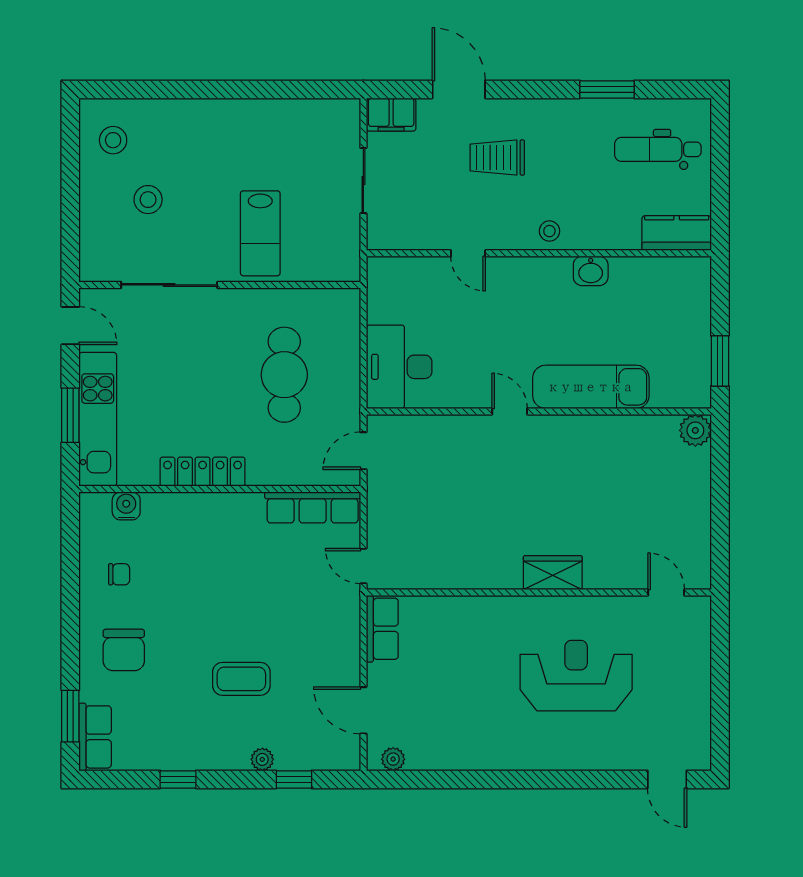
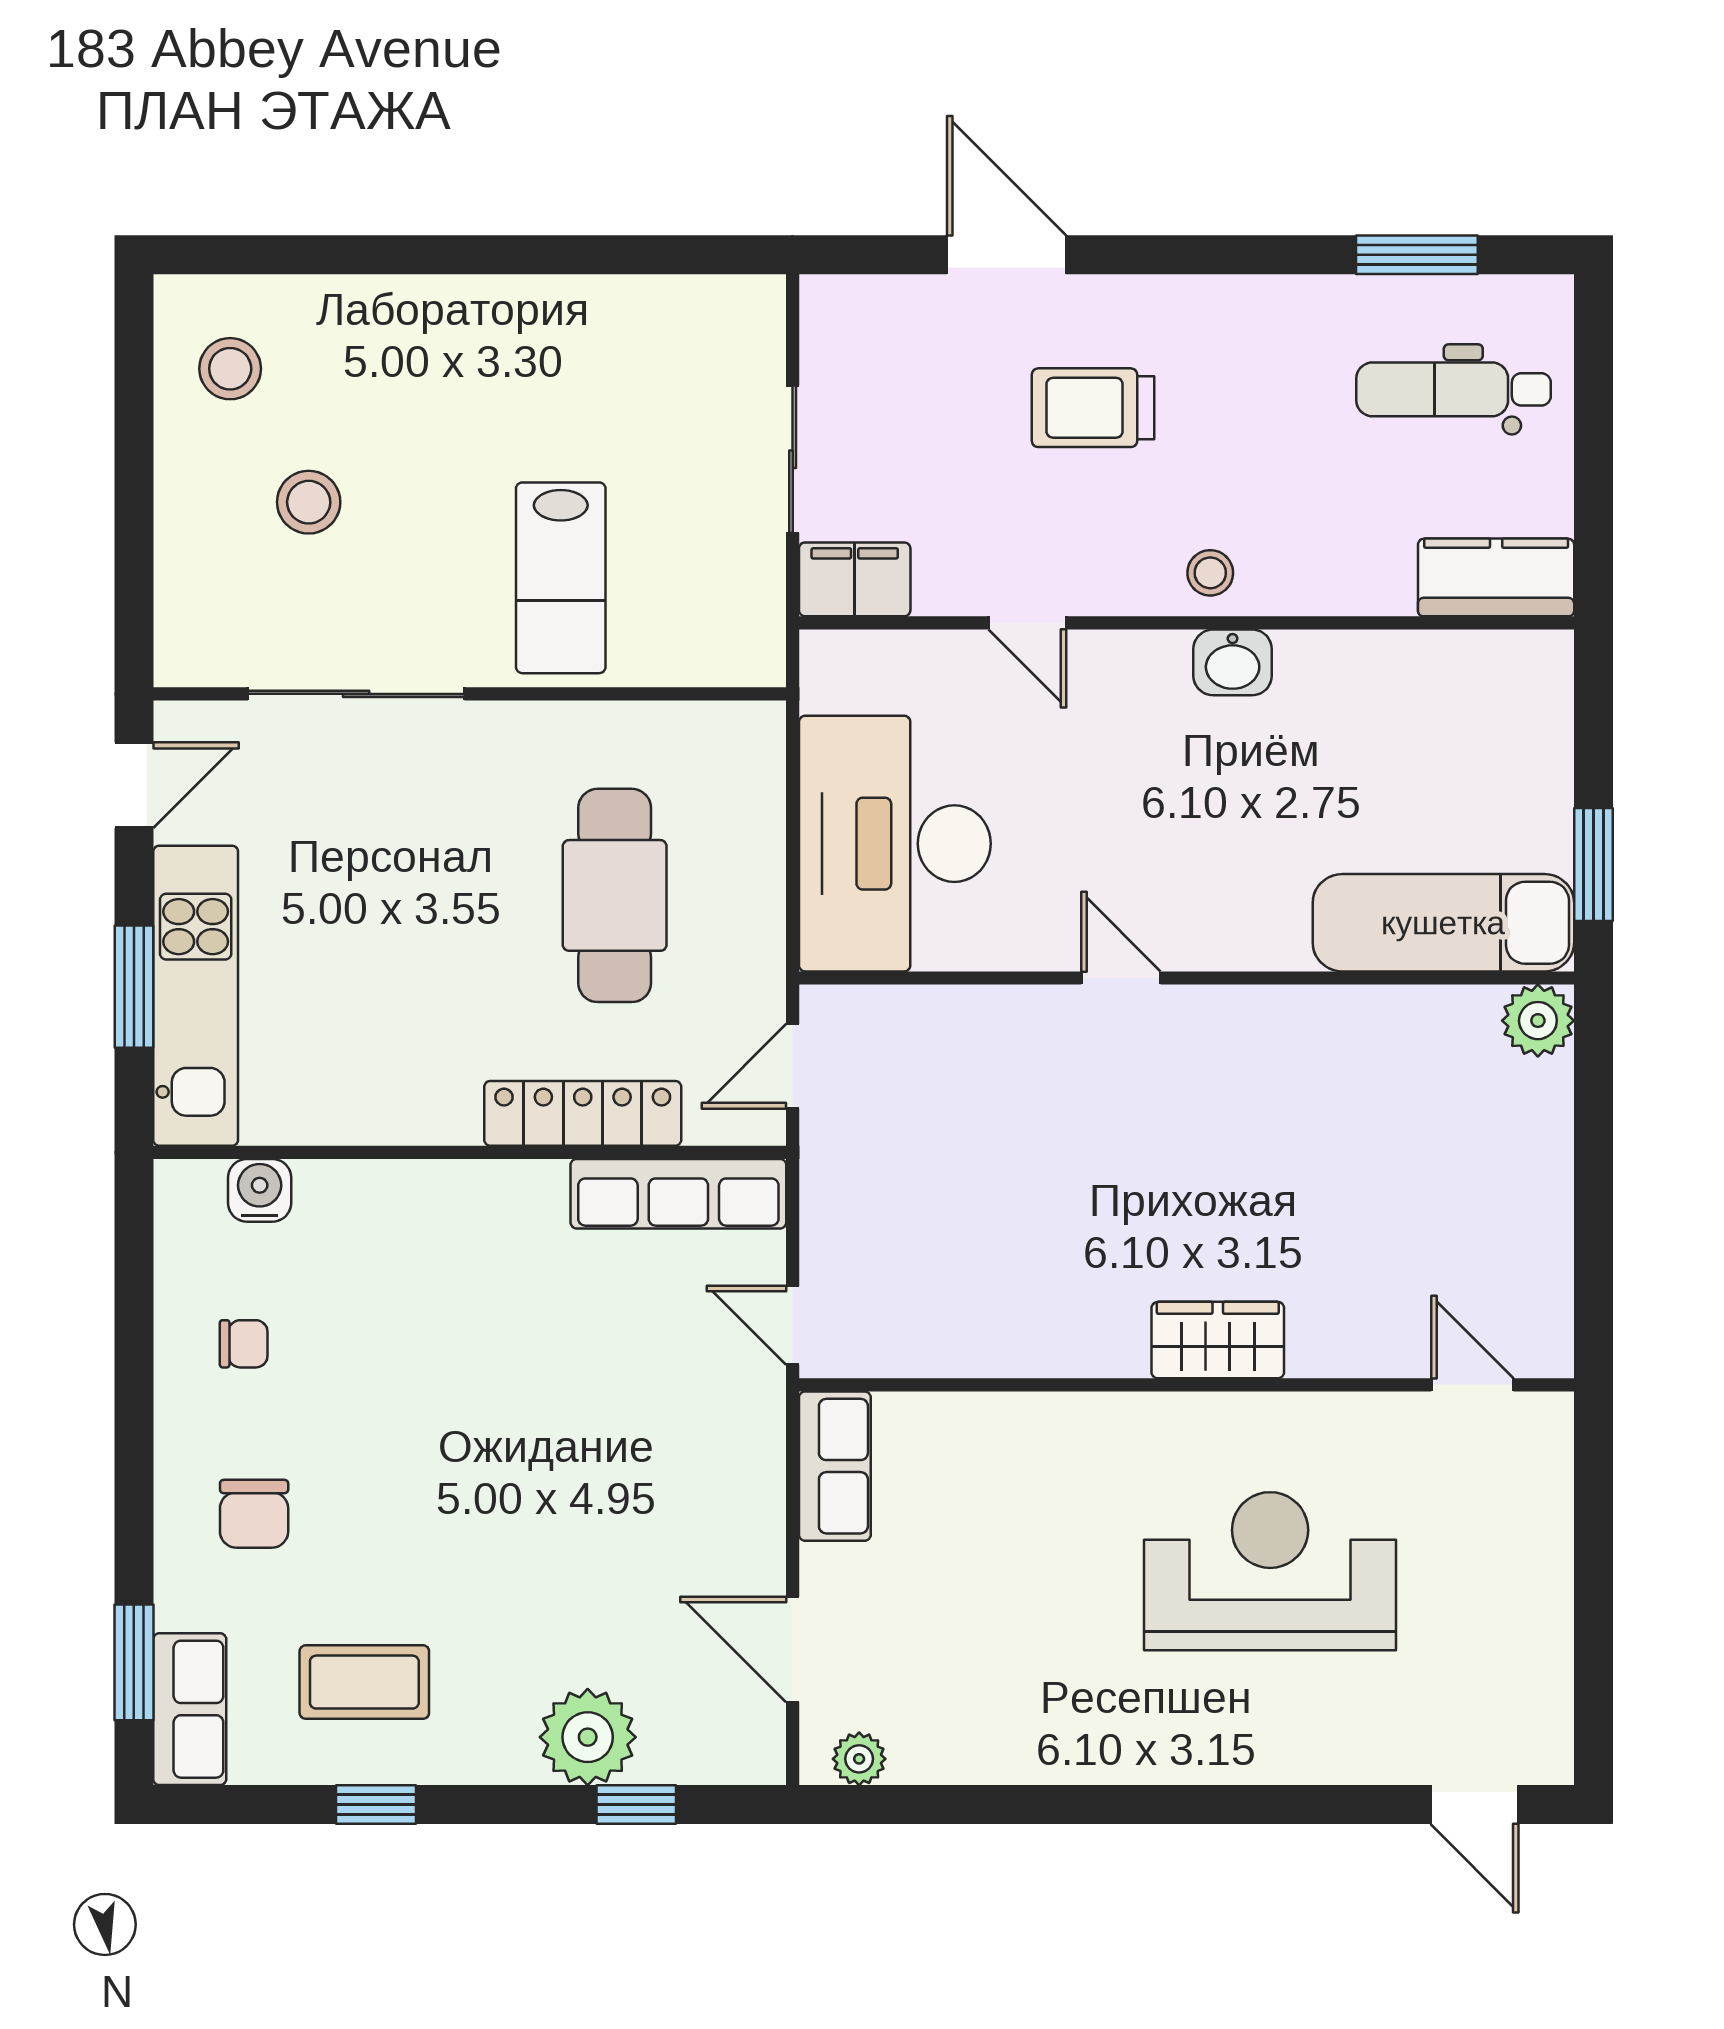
window: (607, 89) -> (1417, 255), moved
filing cabinet: (391, 115) -> (855, 579), moved, turned 180
washbasin: (591, 271) -> (1233, 662), moved
door: (70, 326) -> (134, 785), hinge flipped
desk: (399, 367) -> (895, 844), width x1.36, depth x1.30
exam couch: (591, 387) -> (1443, 923), moved
locker: (203, 472) -> (583, 1113), moved
chair: (124, 650) -> (254, 1514), width x0.73, depth x0.73
coffee table: (241, 679) -> (364, 1682), moved
plant: (262, 759) -> (588, 1737), width x1.88, depth x1.88

